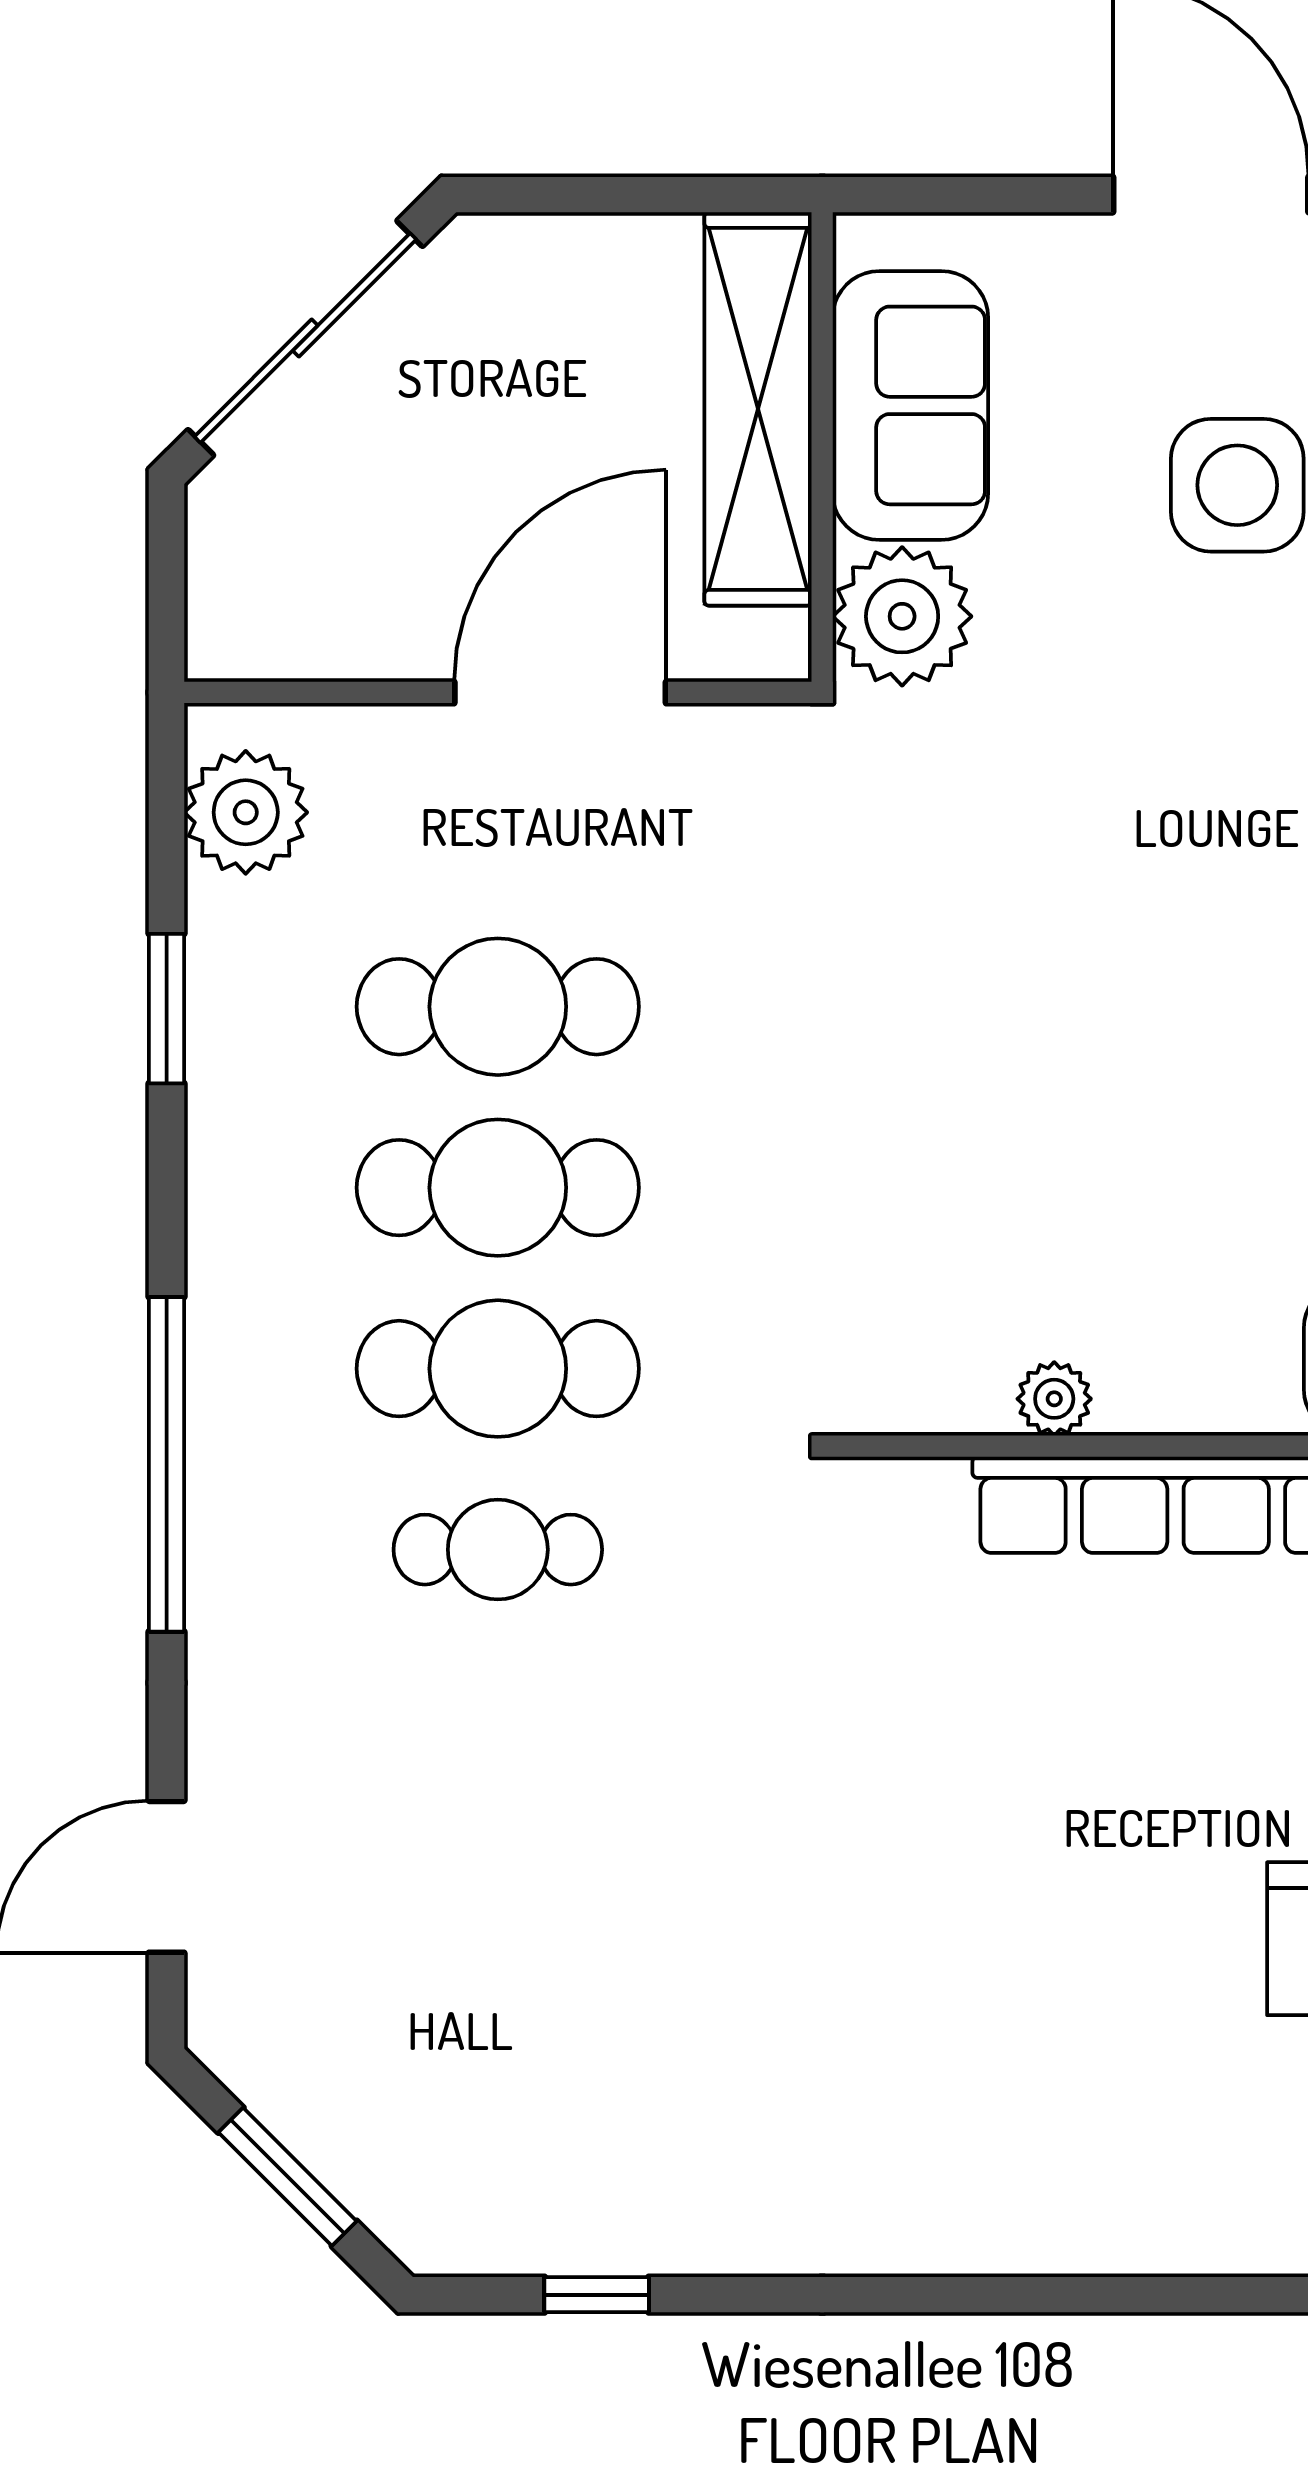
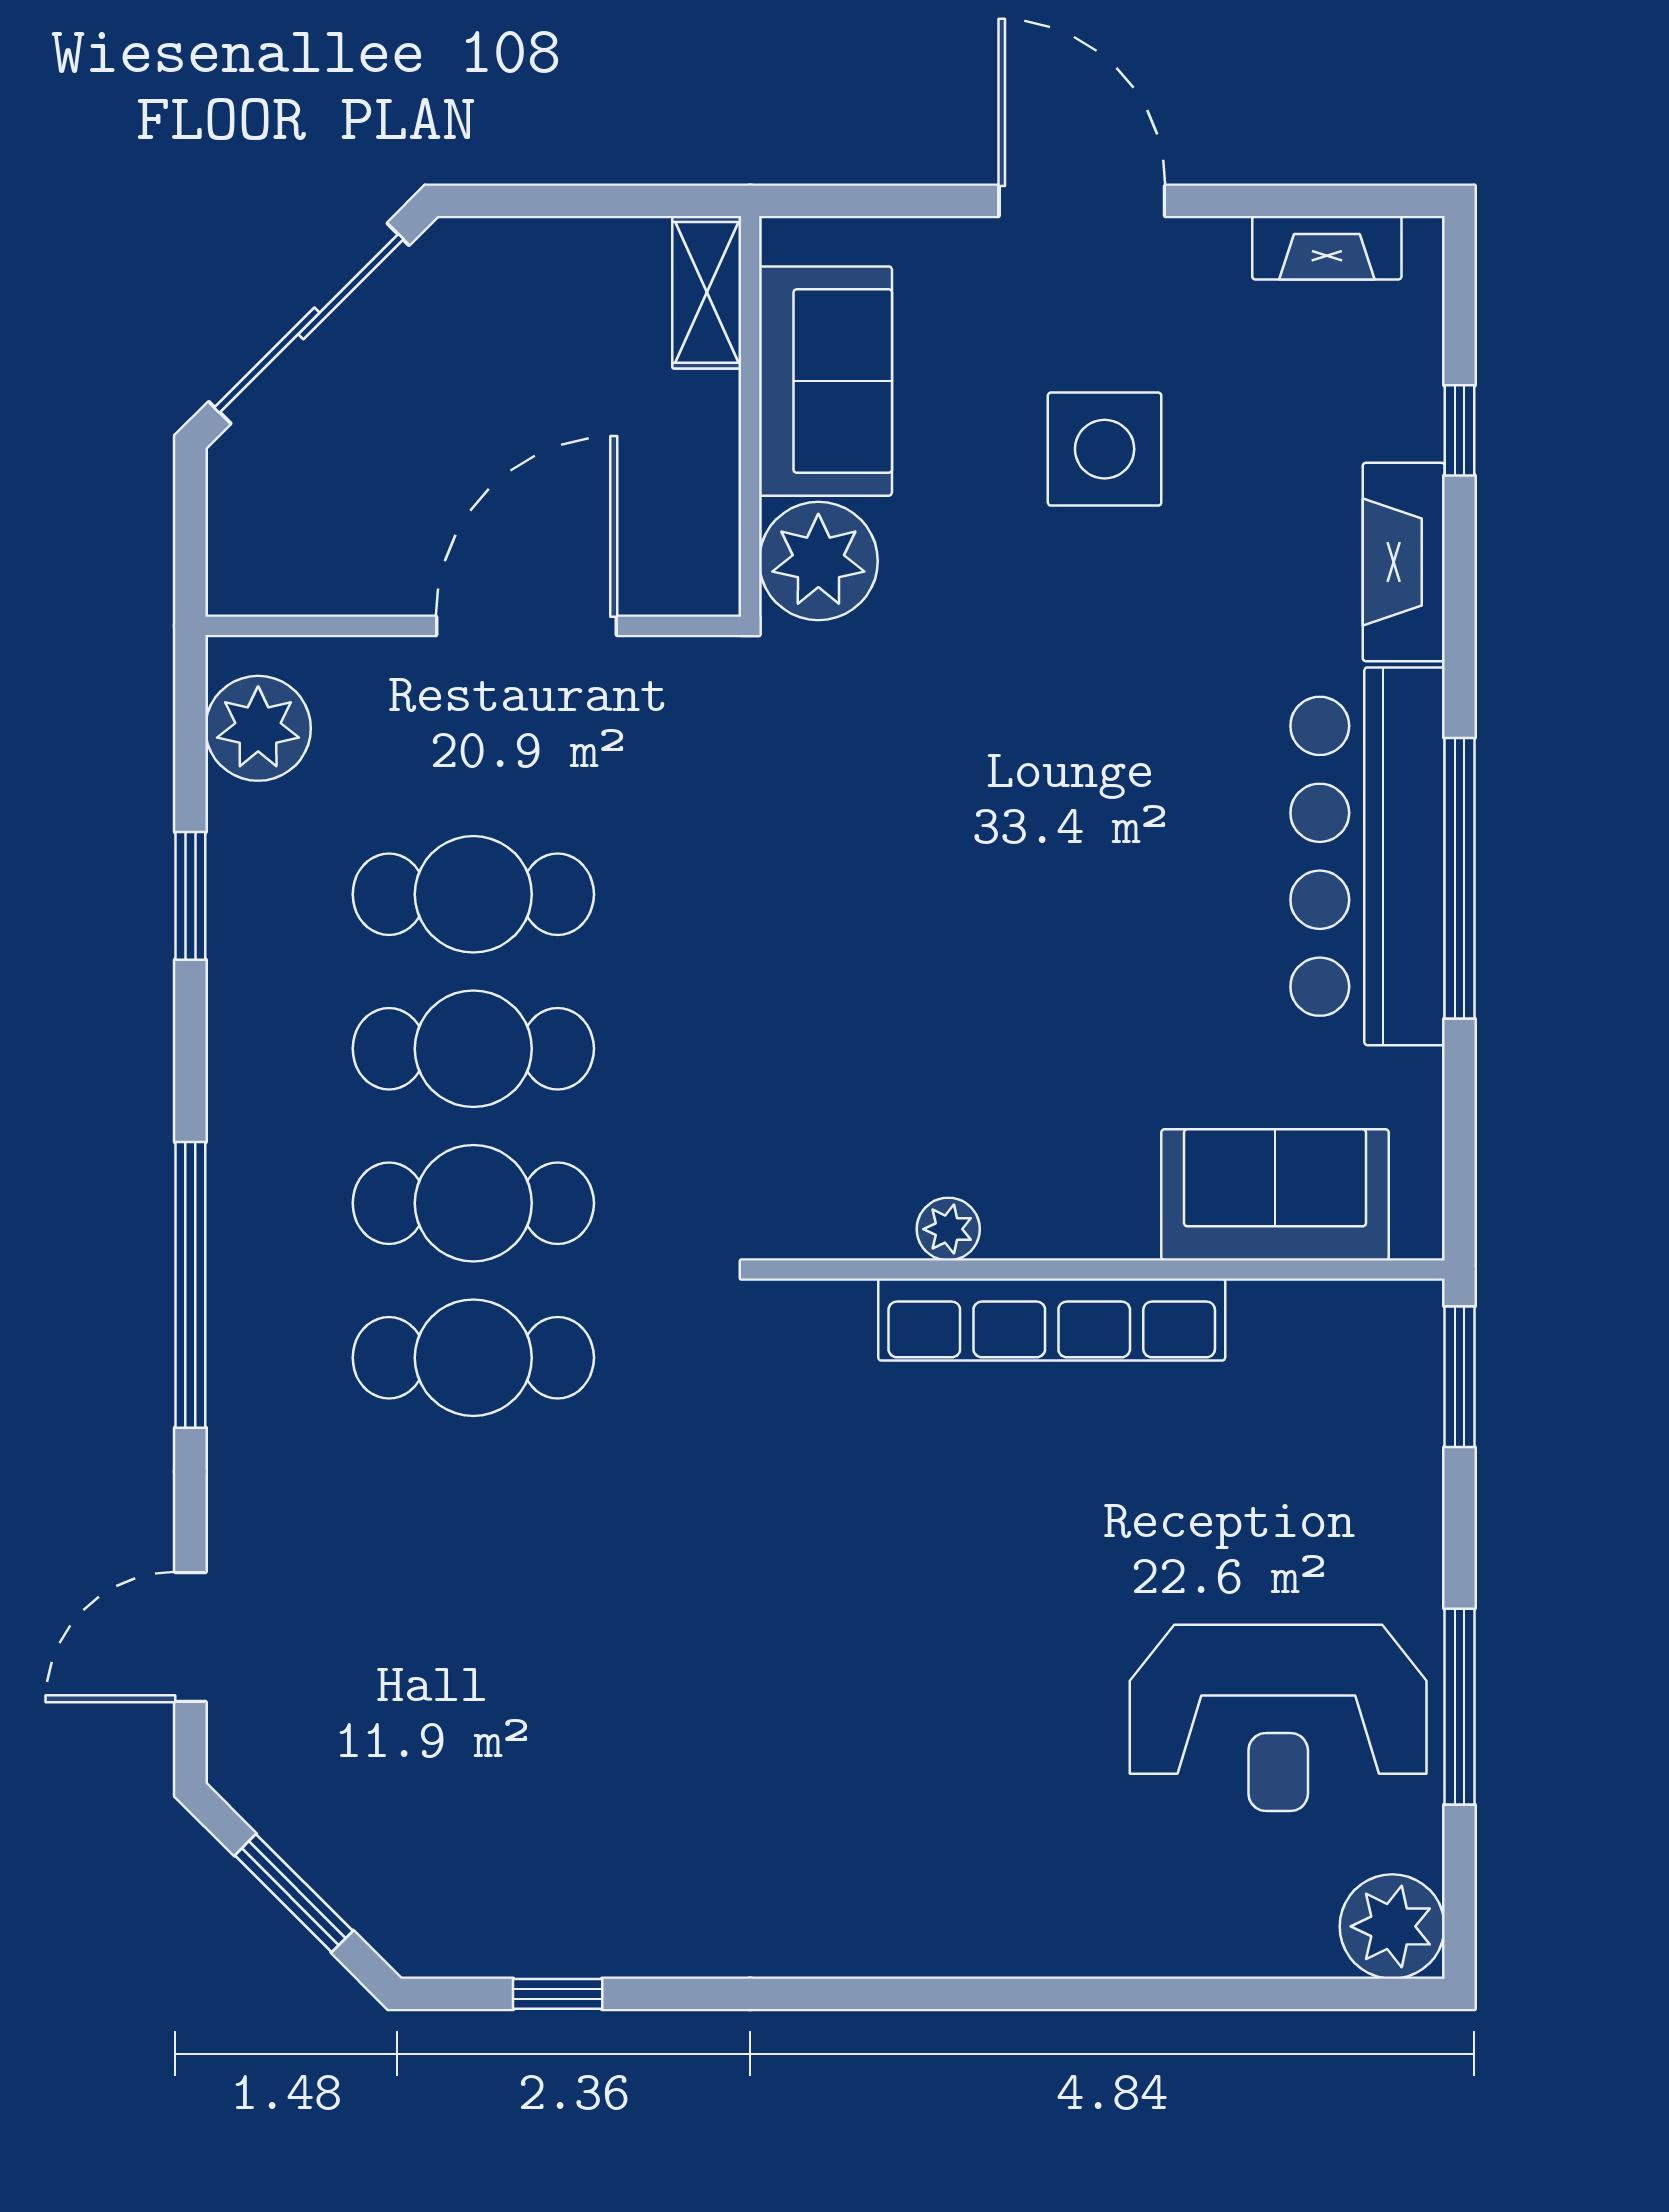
shelving: (758, 409) -> (707, 292), width x0.45, depth x0.75
cafe table: (498, 1550) -> (473, 1358), width x1.37, depth x1.35

